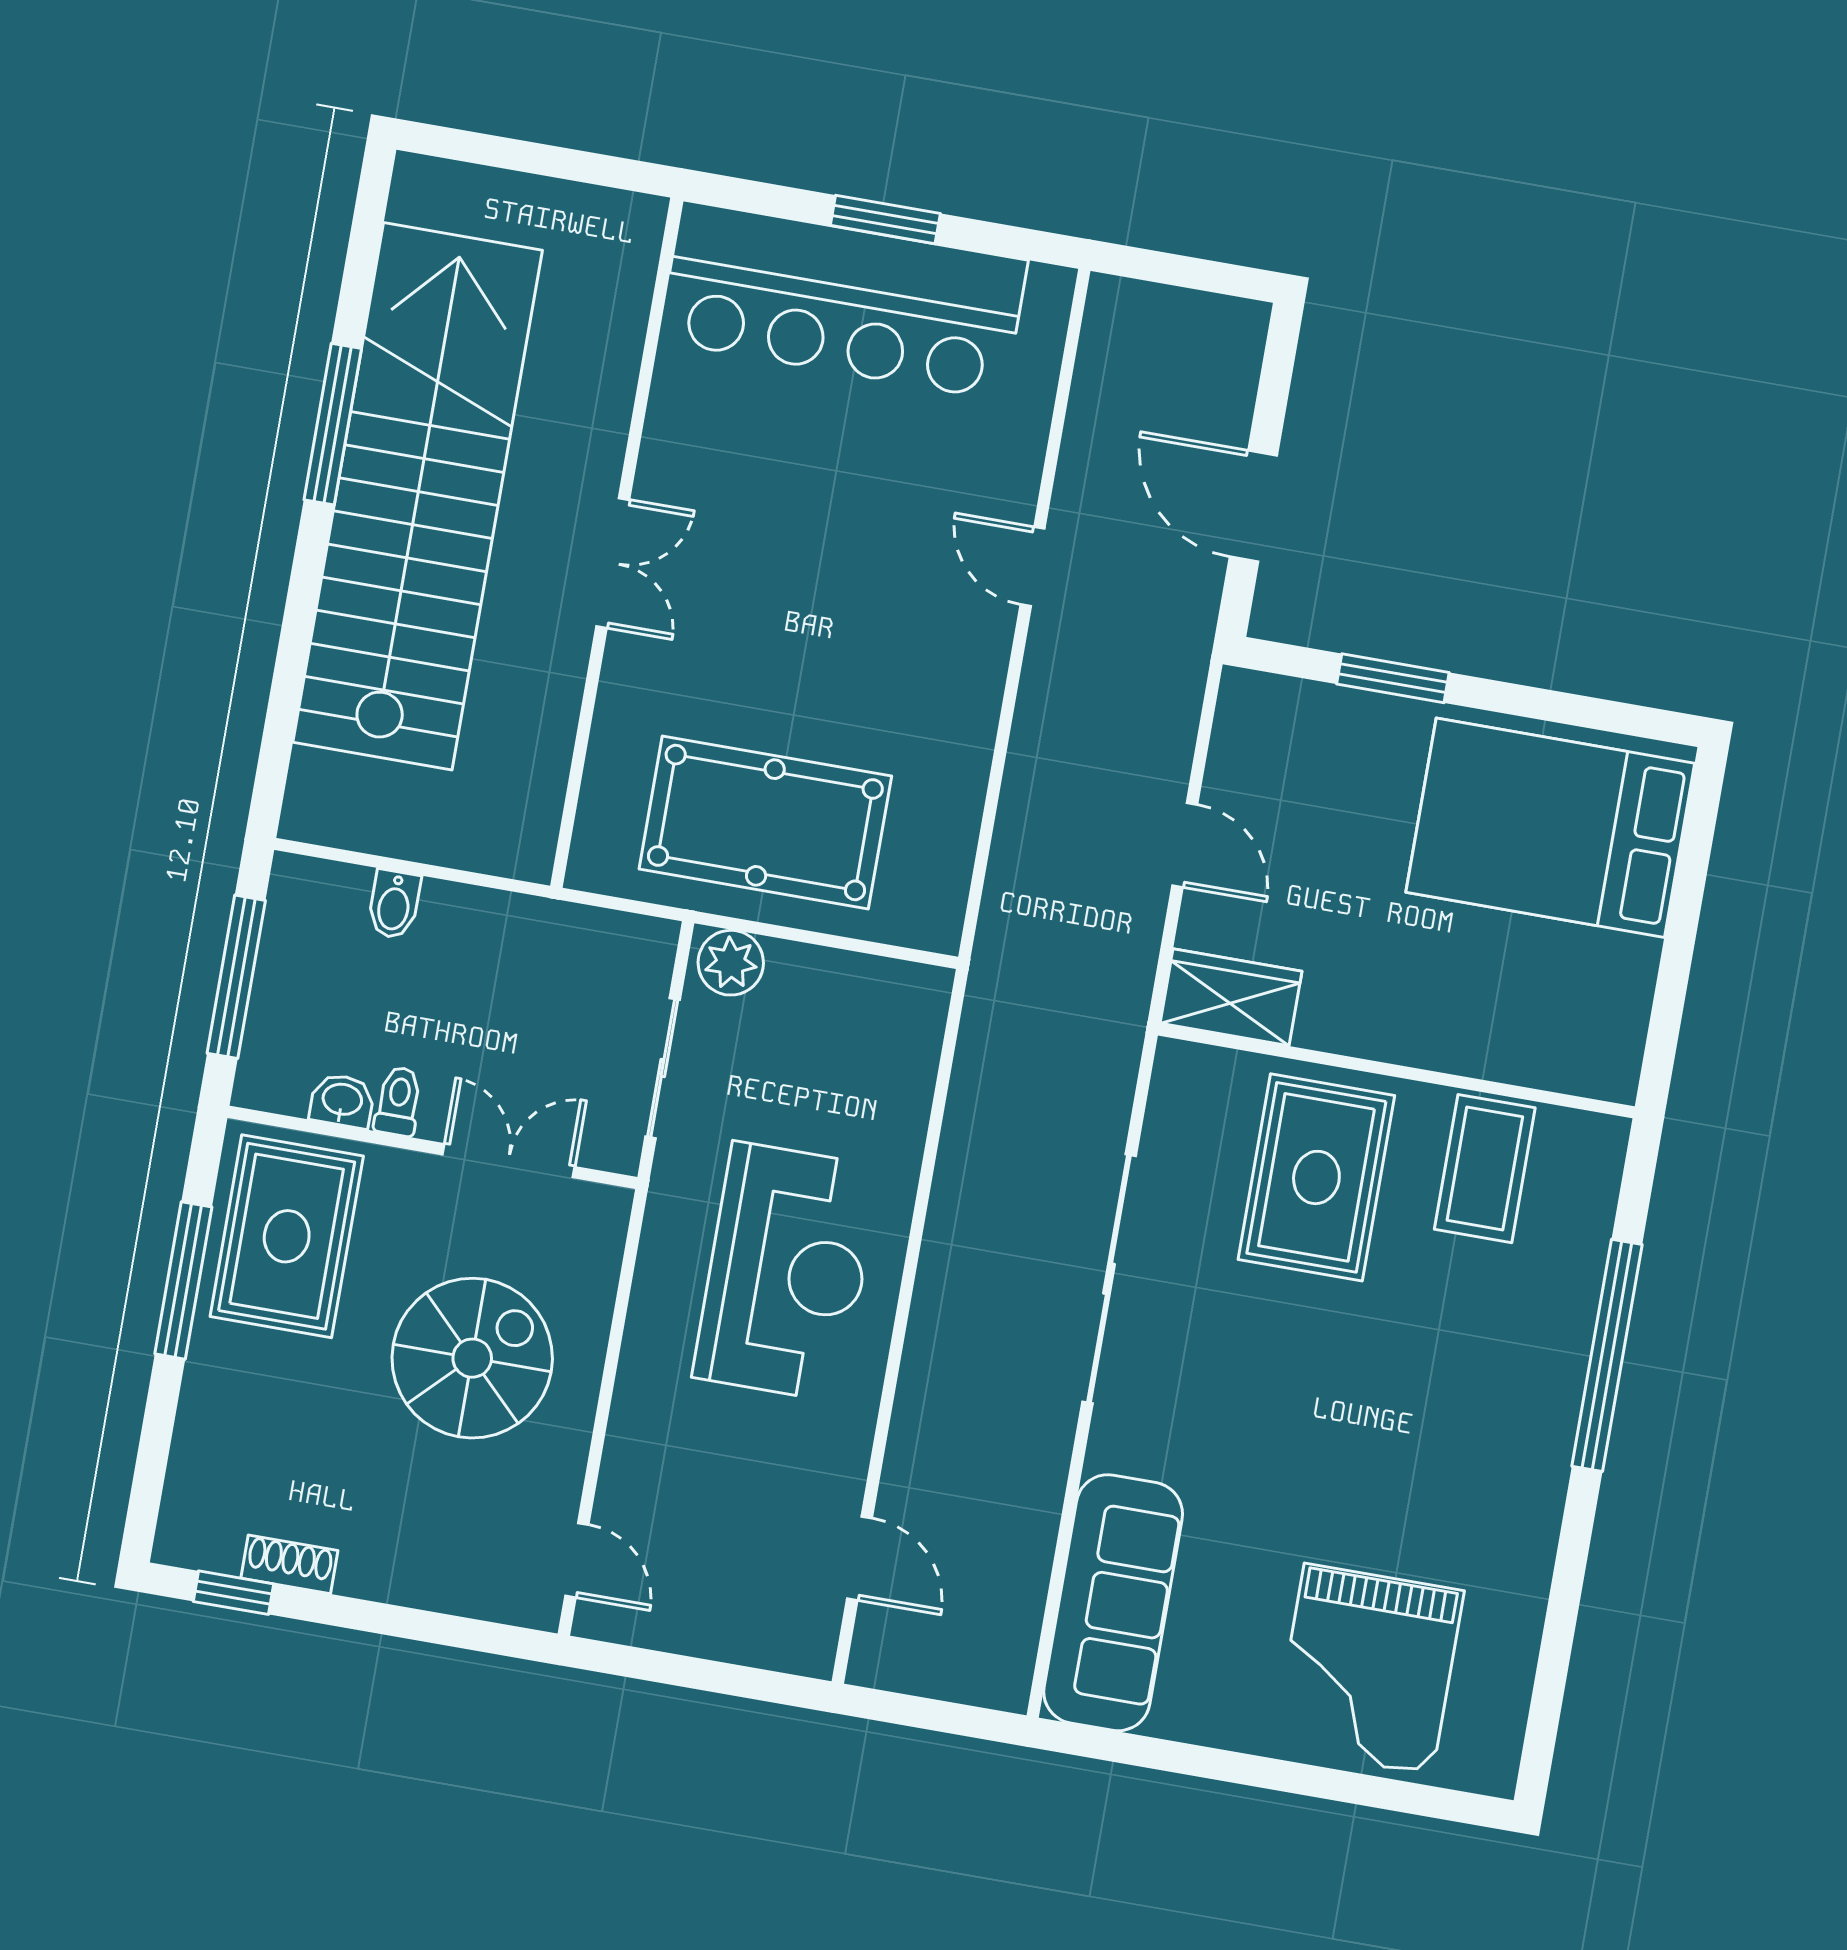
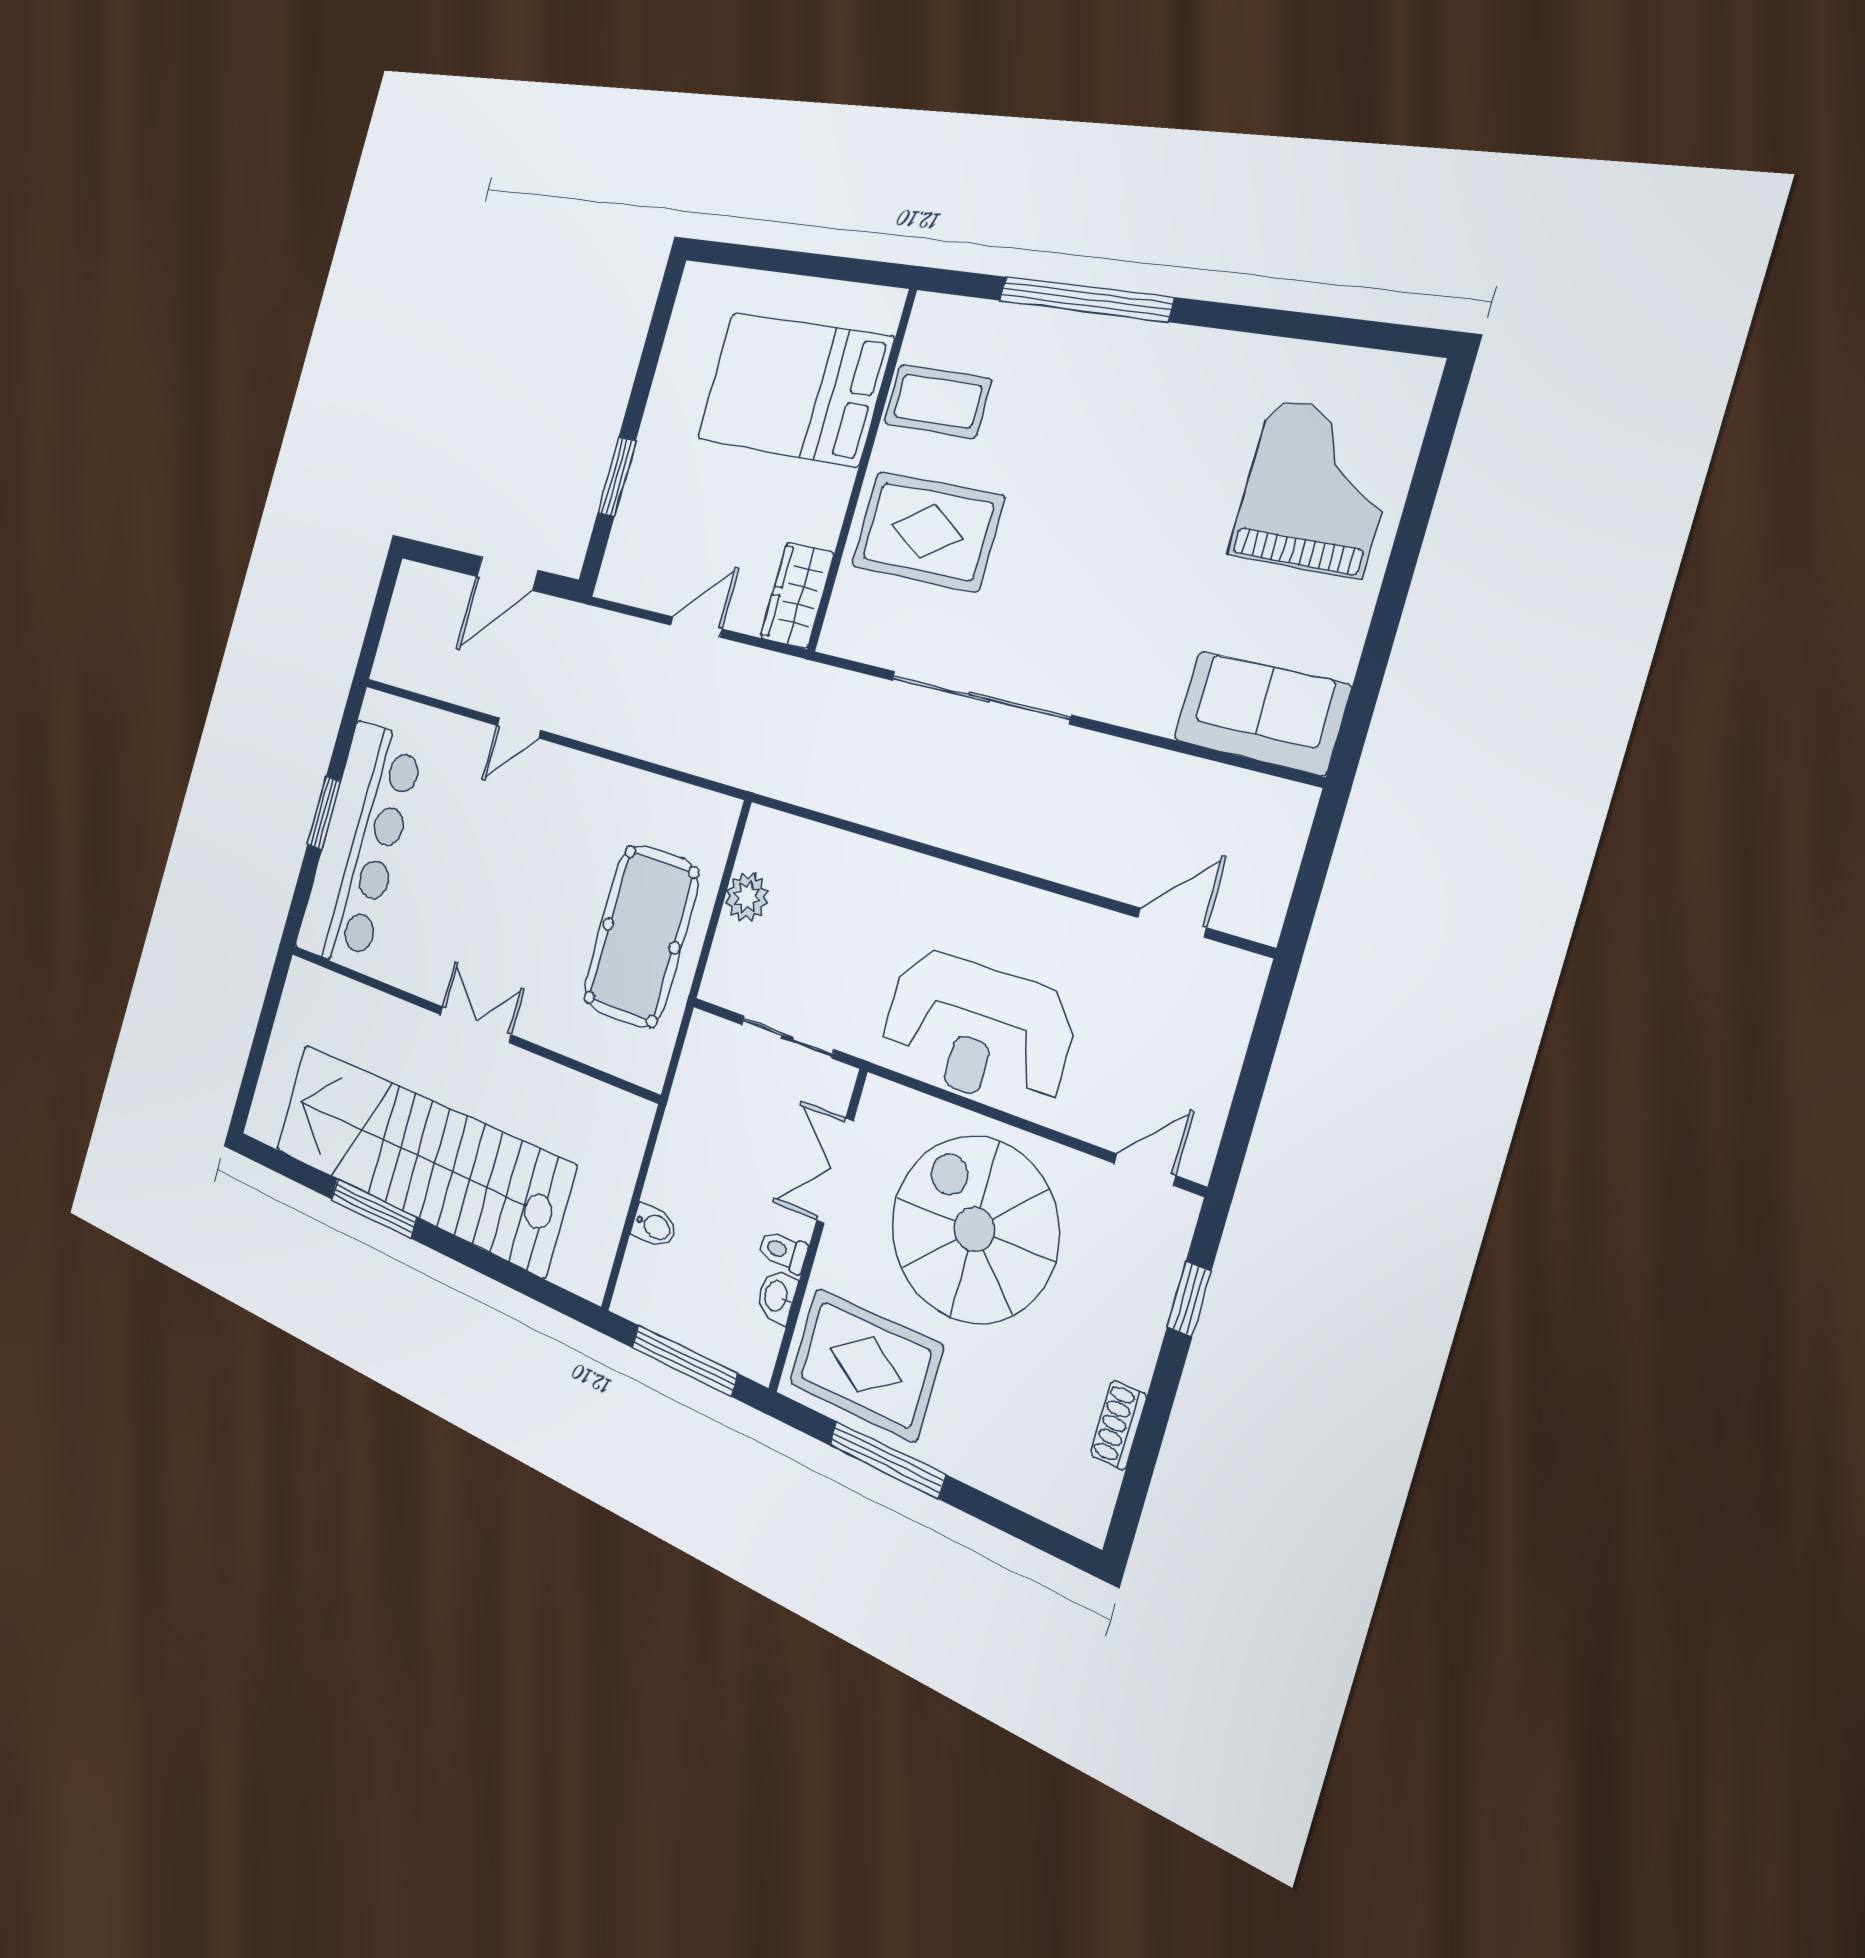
bed: (1550, 828) -> (794, 389), moved, turned 90
plant: (731, 963) -> (747, 897), moved
reception desk: (787, 1272) -> (977, 1030), moved, turned 180
spiral stairs: (472, 1358) -> (974, 1229), width x1.37, depth x1.37
window: (233, 1593) -> (1189, 1299), moved
sofa: (1113, 1603) -> (1261, 713), width x0.73
grand piano: (1368, 1669) -> (1316, 488), turned -90

